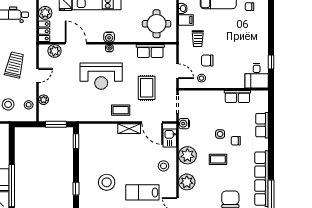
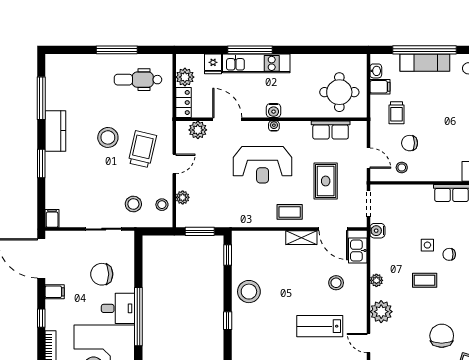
plant: (187, 155) -> (376, 280), width x0.53, depth x0.53
stool: (164, 166) -> (336, 283), moved
stool: (107, 182) -> (249, 292), moved

